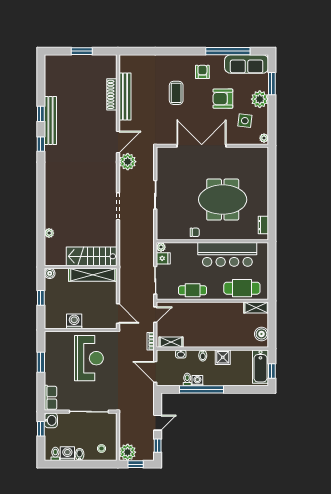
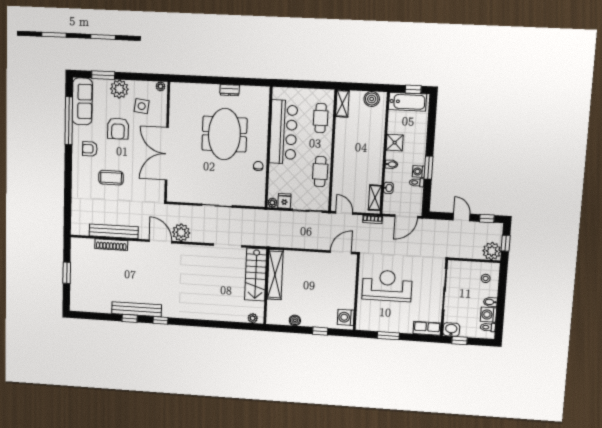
dresser: (263, 225) -> (230, 90), moved
stairs: (92, 256) -> (256, 275), moved
wall: (81, 267) -> (266, 287), moved
shelving: (93, 275) -> (275, 275), moved
cafe table: (242, 288) -> (321, 118), width x0.73, depth x0.74
washing machine: (74, 321) -> (346, 317), moved
window: (201, 389) -> (429, 168), width x0.47

